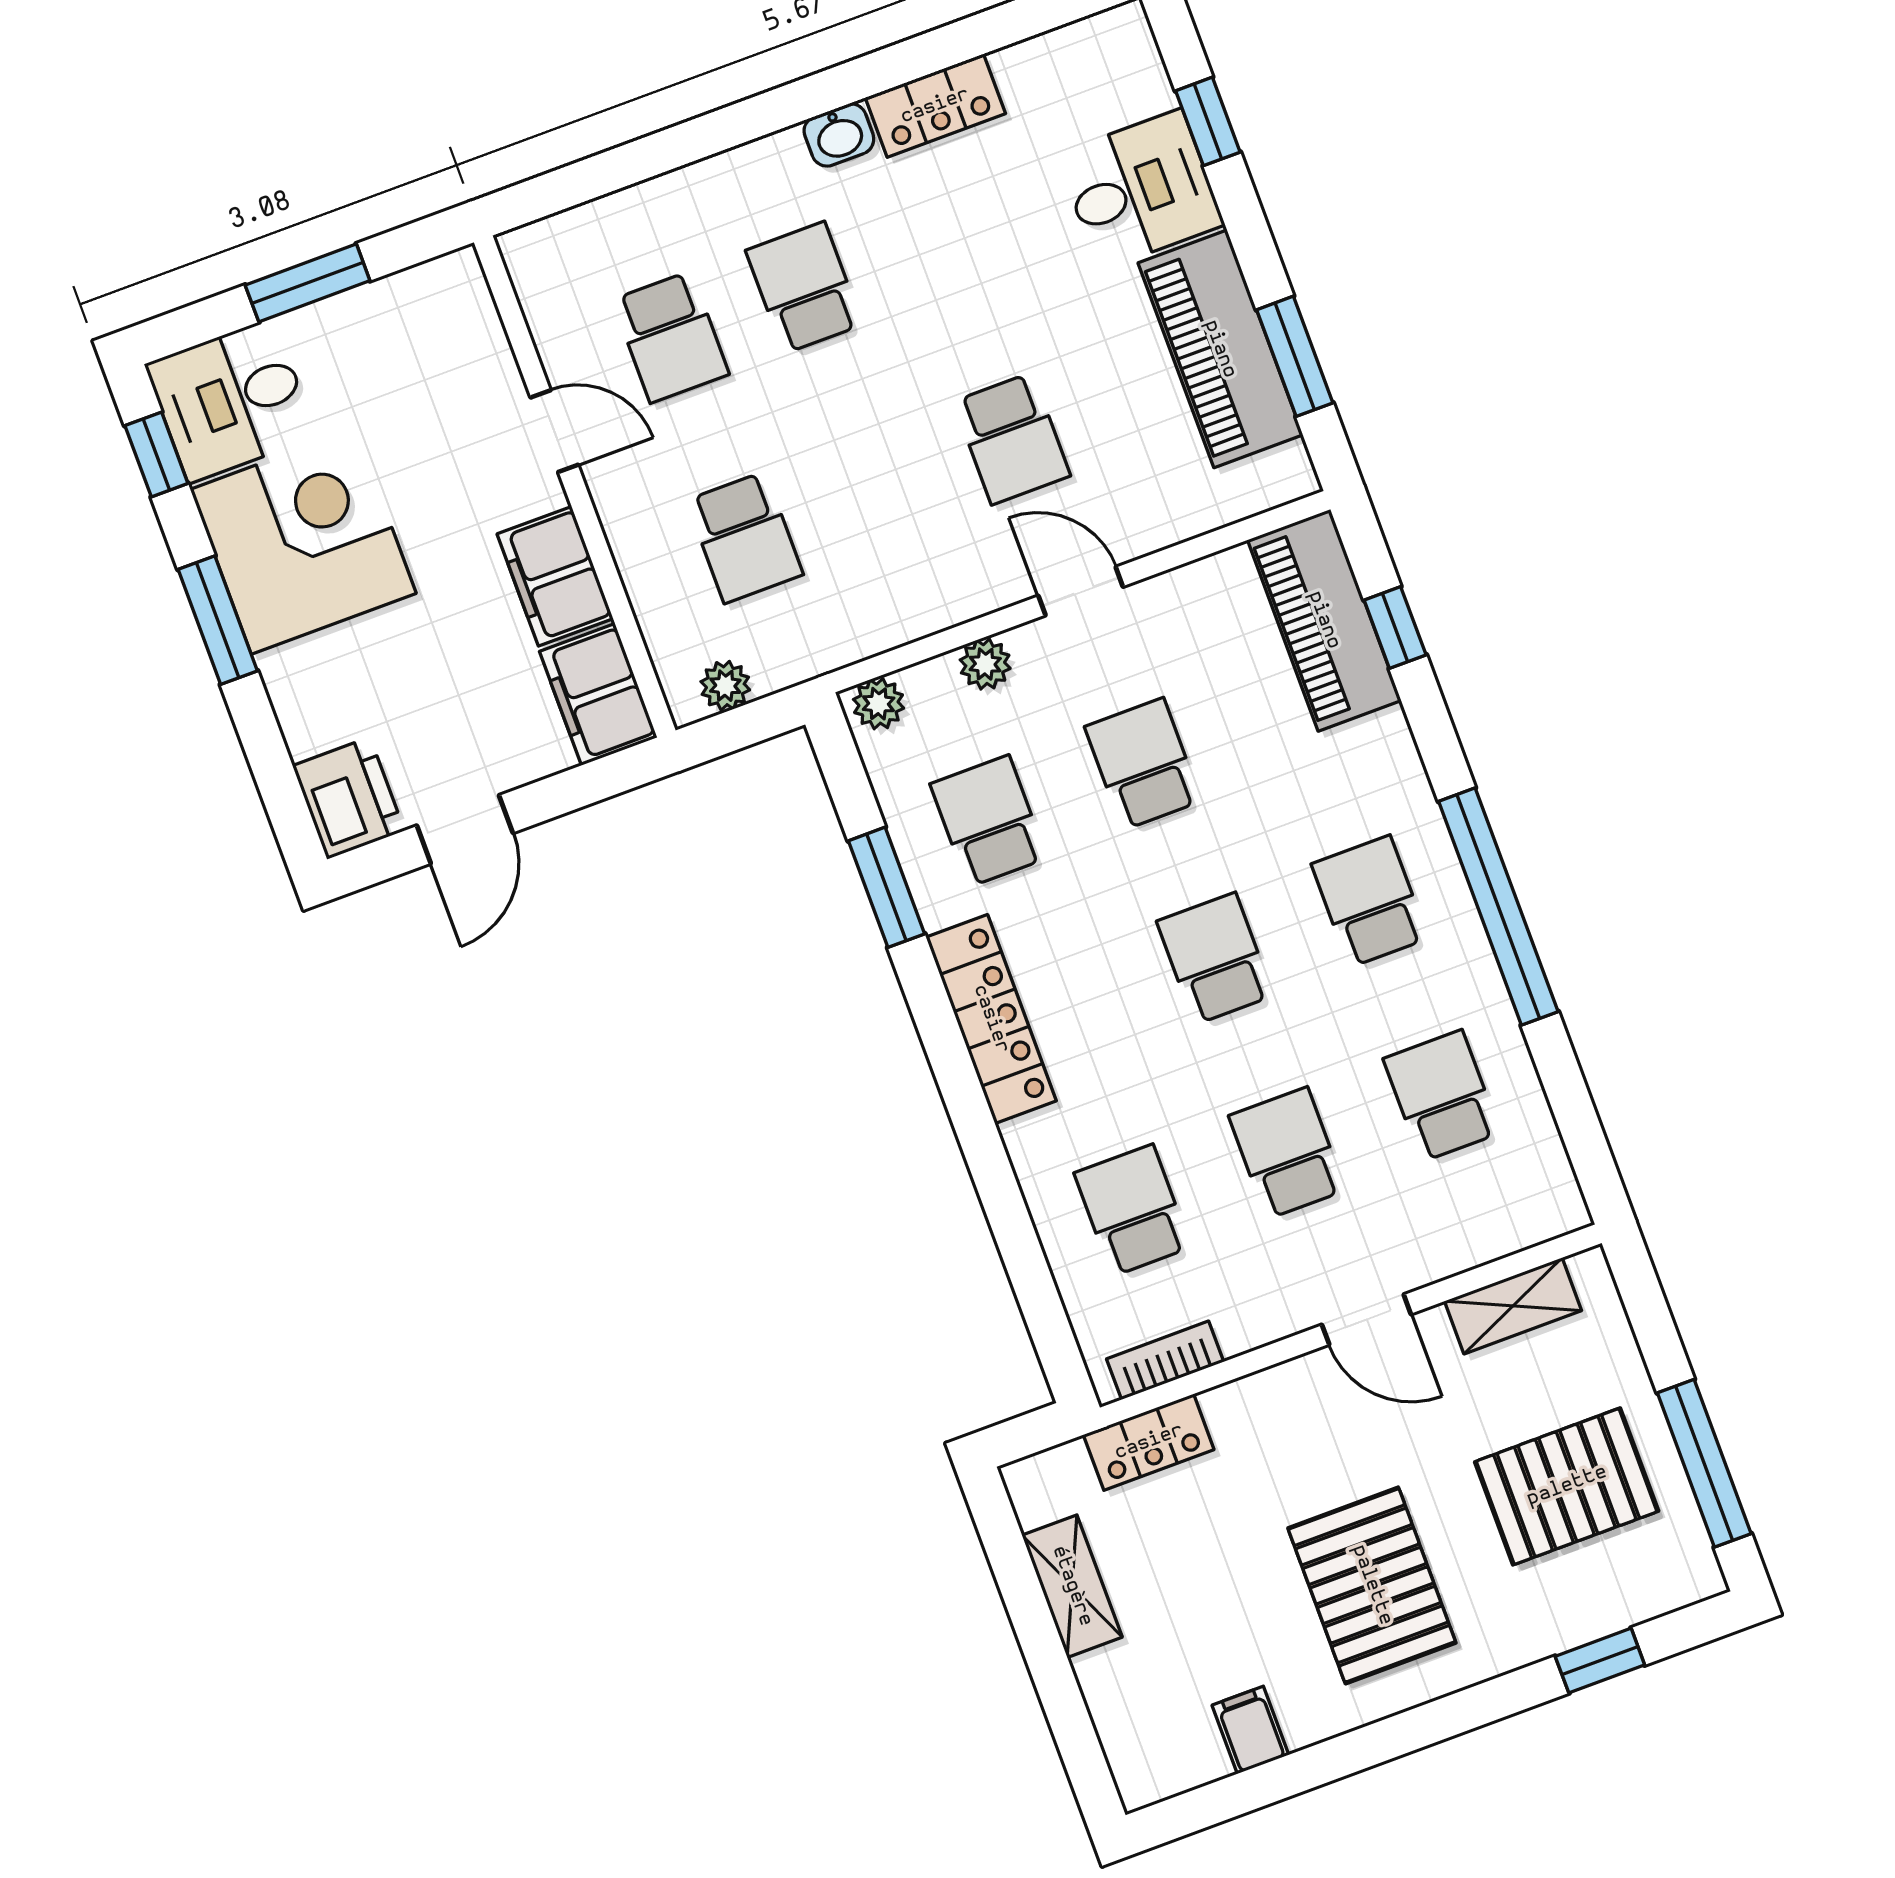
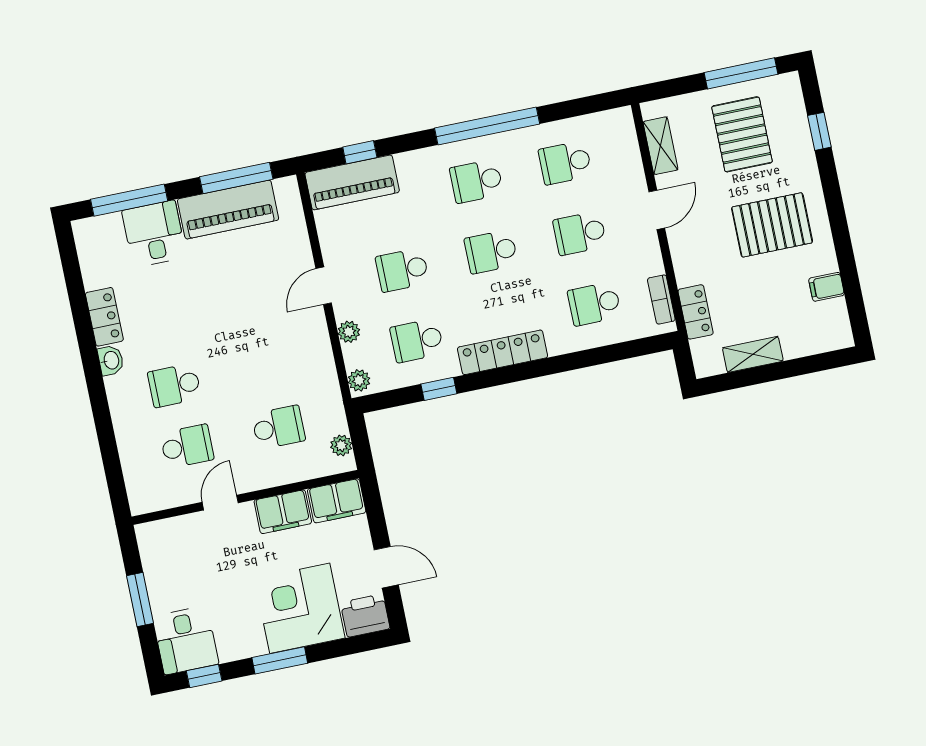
window: (1208, 121) -> (129, 200), width x2.17
window: (1295, 356) -> (236, 178), width x1.44
school desk: (1012, 439) -> (253, 305), removed
corner desk: (303, 541) -> (300, 608), moved
window: (886, 887) -> (439, 389), width x0.67

